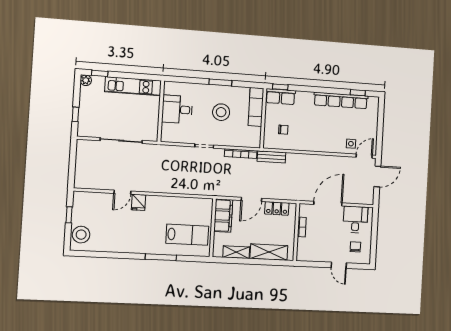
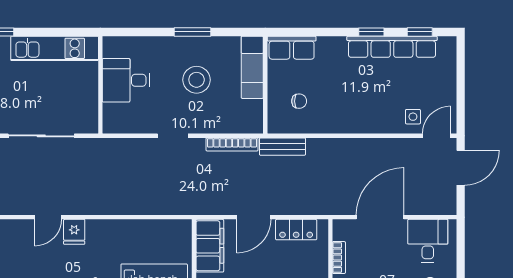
window: (280, 87) -> (371, 32), moved

